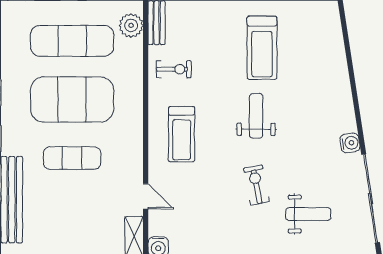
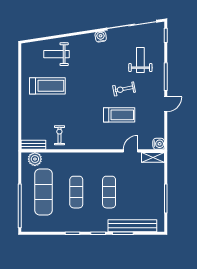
exercise mat: (72, 99) -> (76, 192), width x0.50, depth x0.69
weight bench: (256, 116) -> (57, 54), moved
treadmill: (182, 134) -> (119, 115), moved

